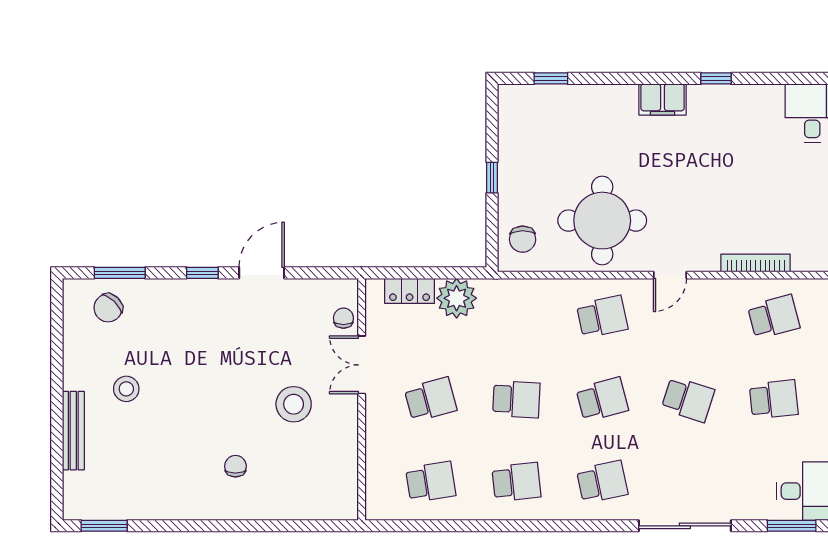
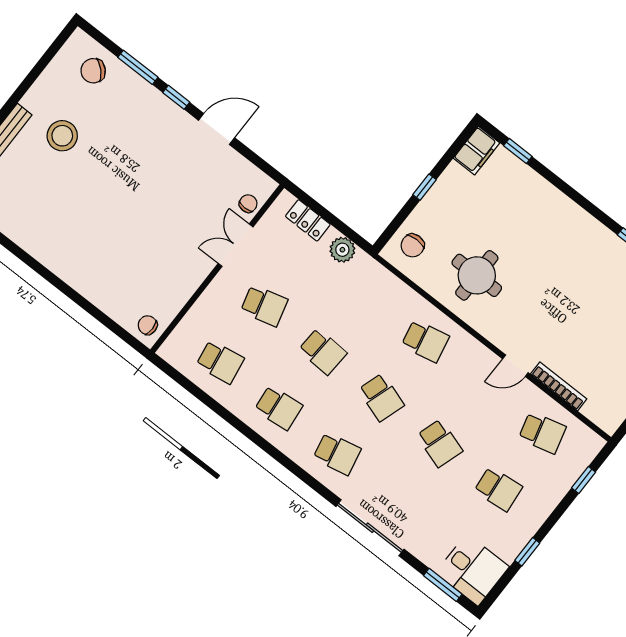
filing cabinet: (663, 99) -> (477, 151), moved, turned -90
round table: (602, 221) -> (477, 275), width x0.73, depth x0.73
window: (120, 273) -> (138, 67), moved
door: (670, 275) -> (515, 366), moved
plant: (457, 298) -> (342, 250), width x0.73, depth x0.73
stool: (126, 389) -> (62, 136), width x1.38, depth x1.38
school desk: (602, 399) -> (381, 397), turned 33
stool: (294, 404) -> (168, 236), removed
chair: (235, 466) -> (148, 325), moved, turned -90

